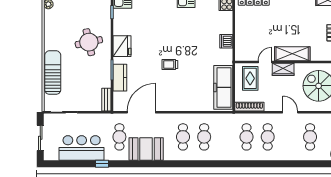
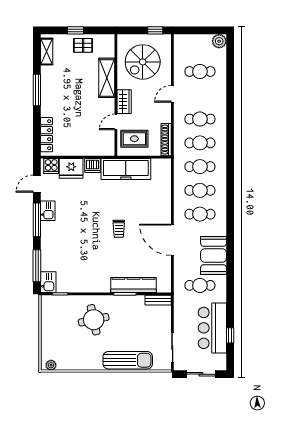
fridge: (122, 46) -> (71, 168), moved, turned 180
shelving: (292, 54) -> (107, 78), moved
door: (265, 62) -> (116, 122), hinge flipped
sun lounger: (53, 73) -> (128, 360), turned 180
kitchen counter: (120, 78) -> (134, 285), width x1.50
freezer: (223, 87) -> (126, 169), moved
door: (141, 112) -> (172, 240), moved
cafe table: (225, 137) -> (200, 167), added
window: (102, 164) -> (230, 335), moved

